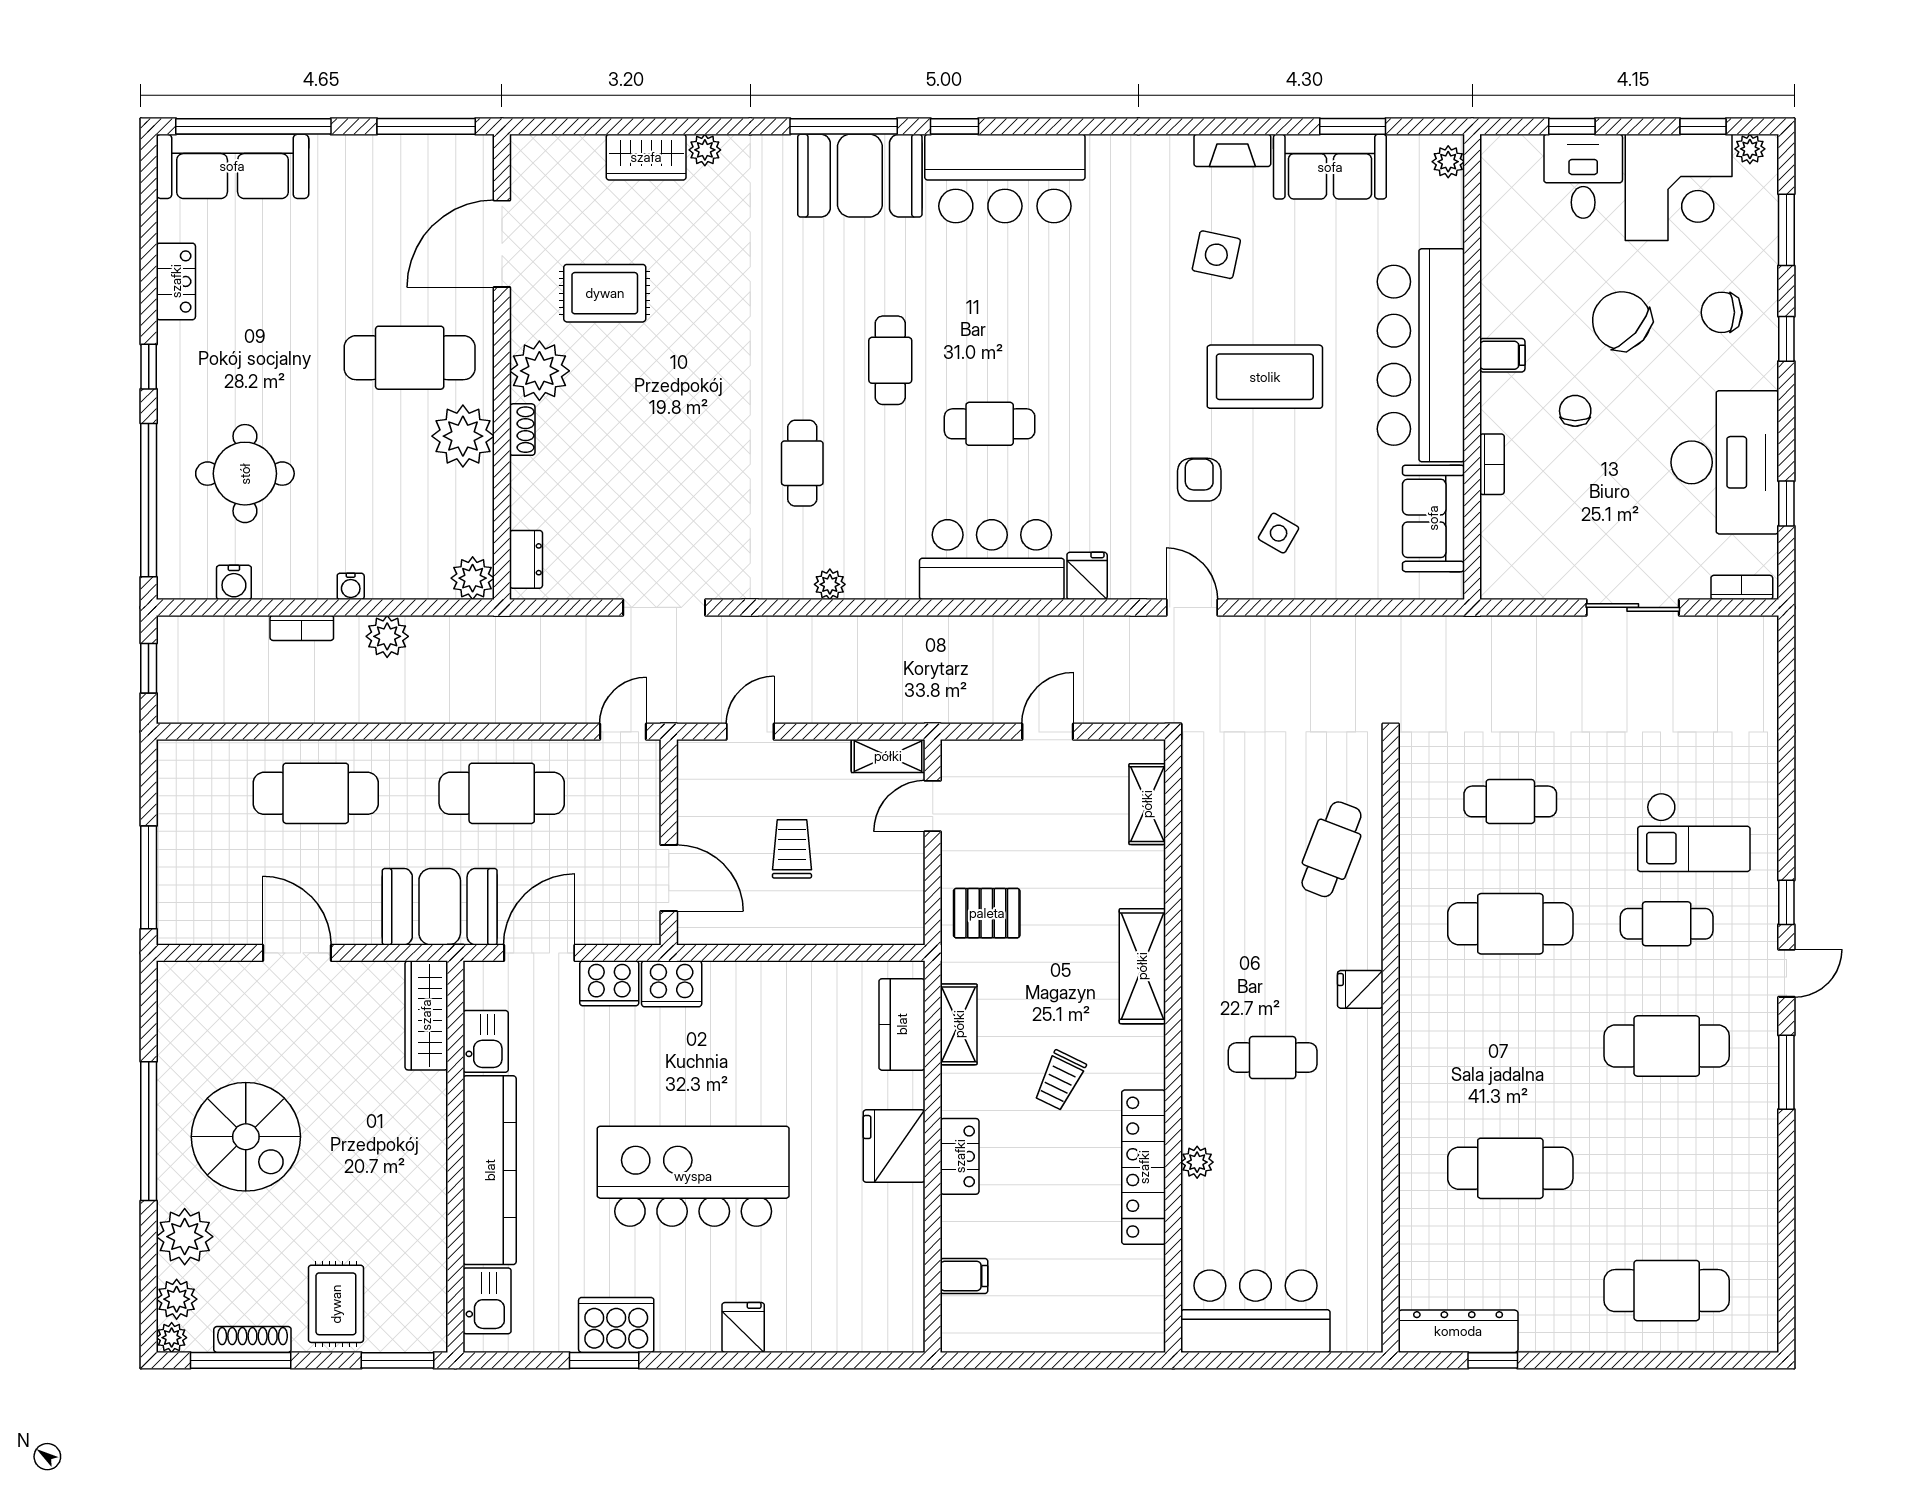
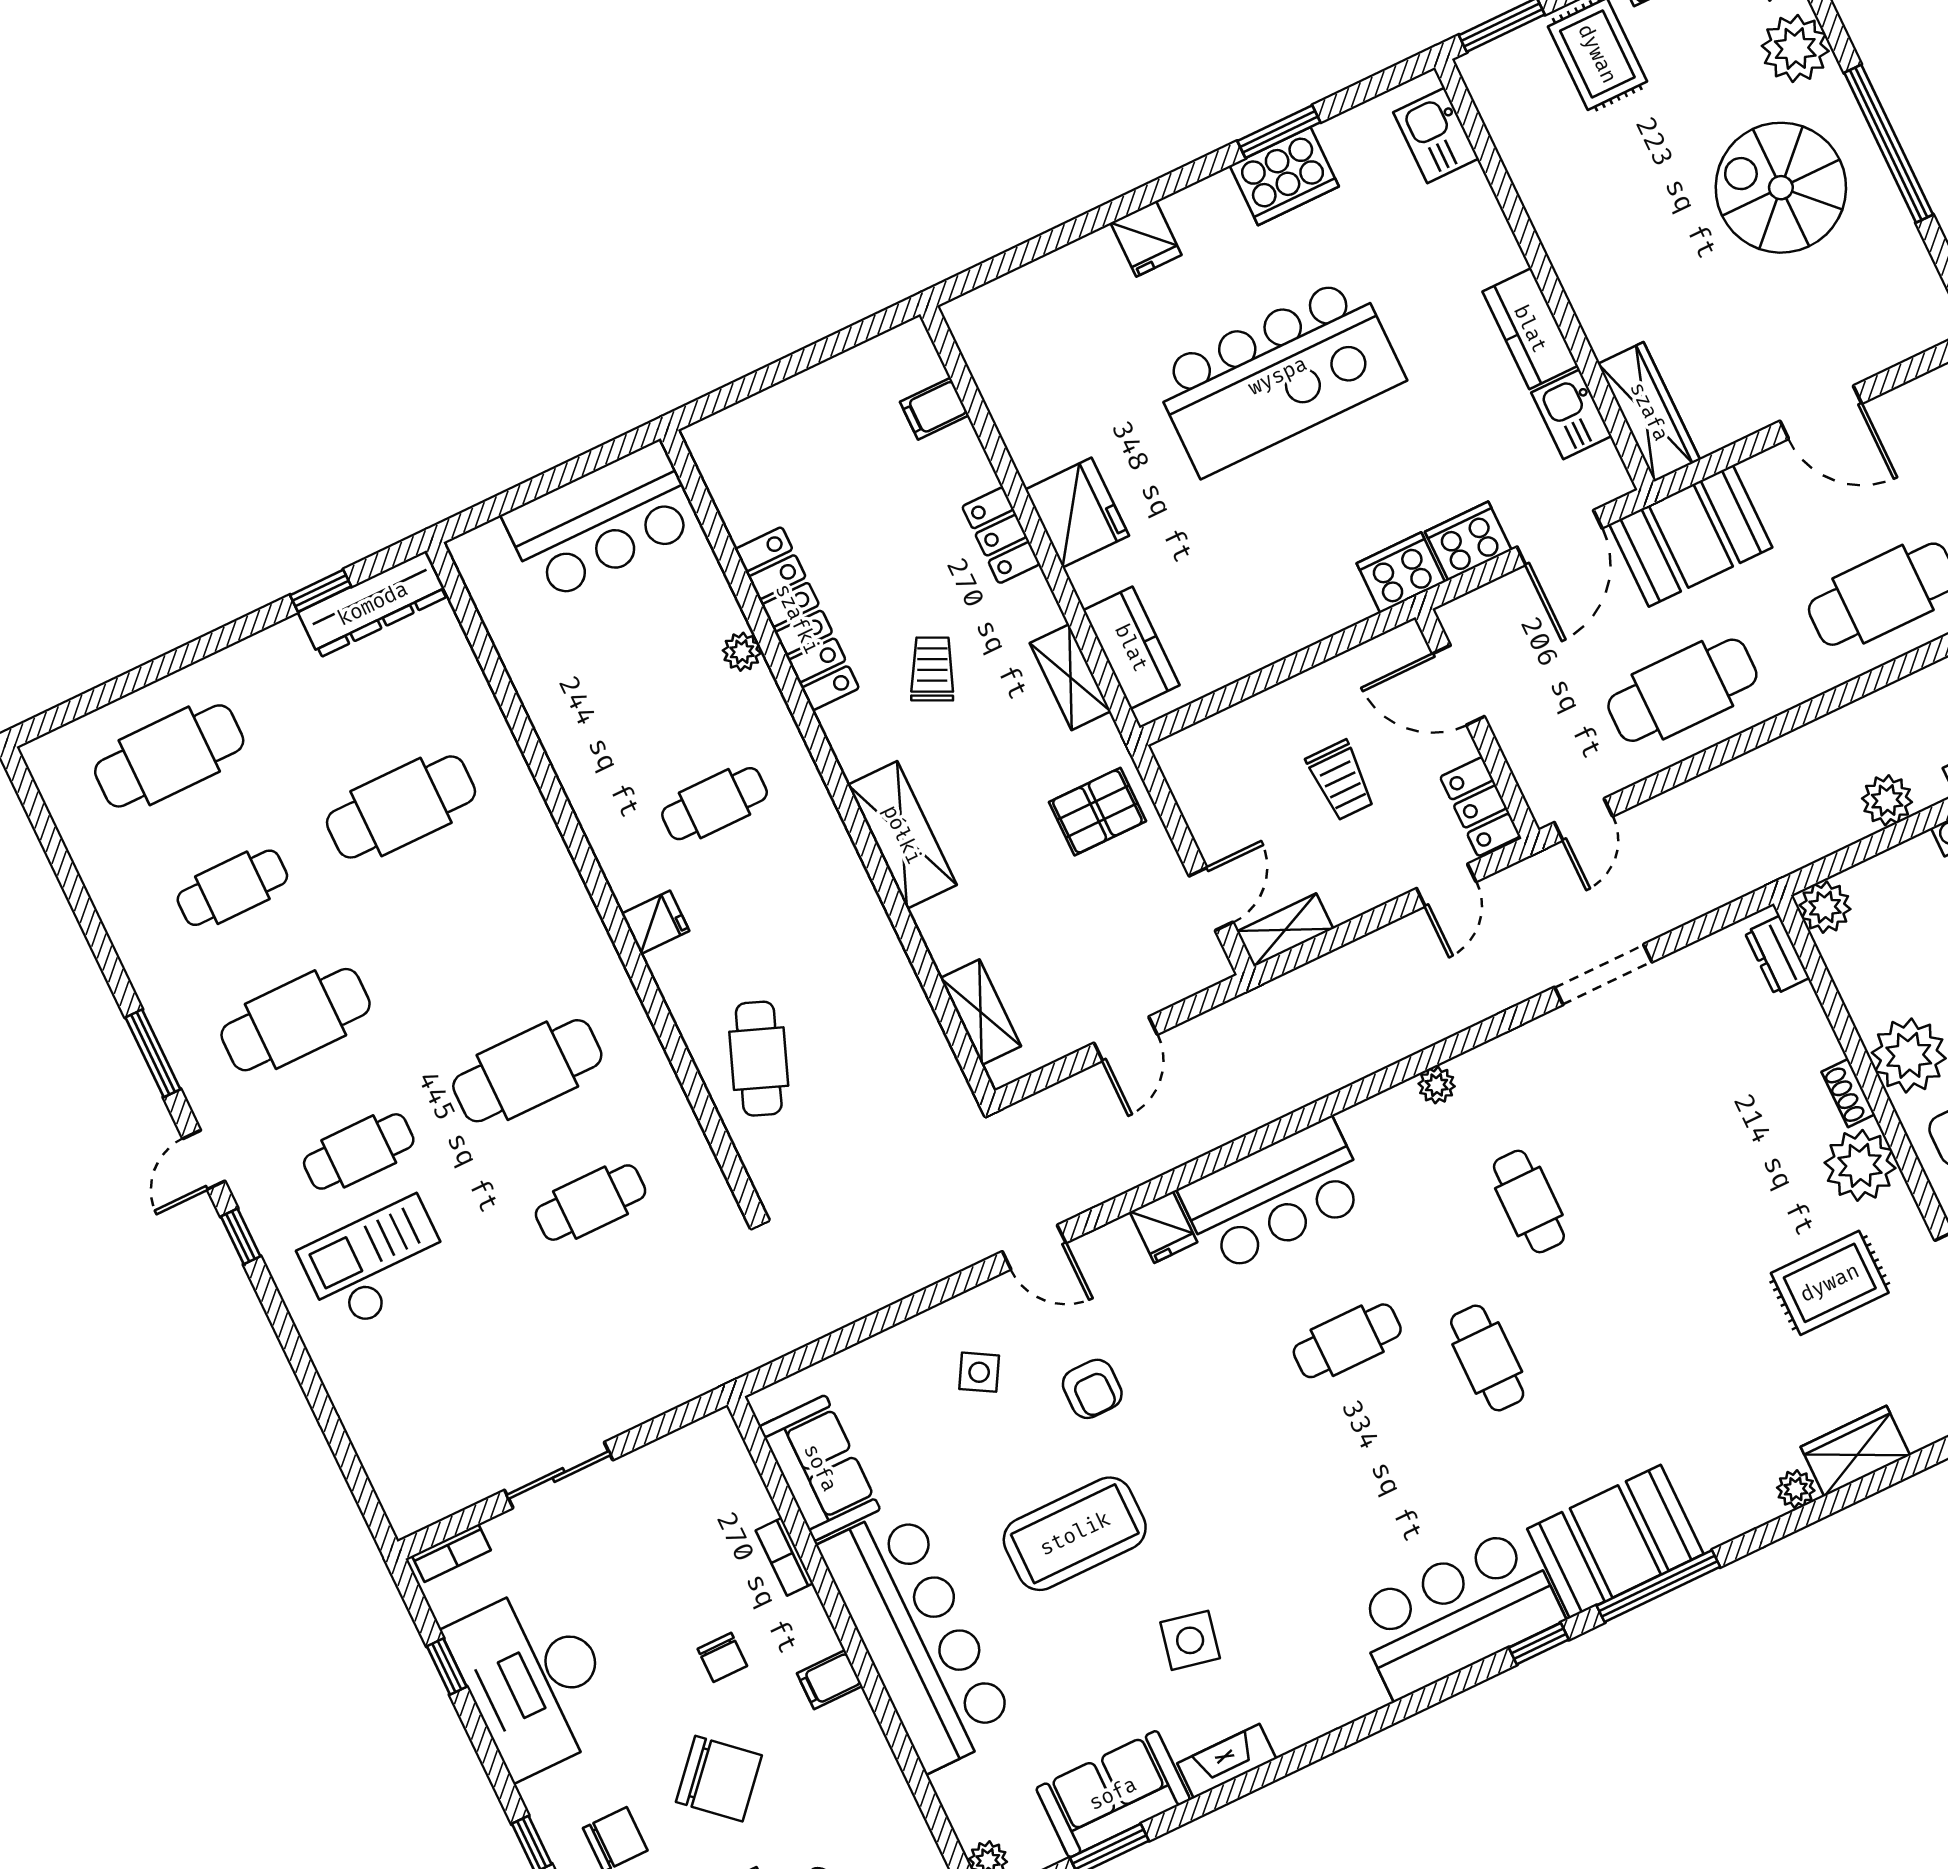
locker: (696, 779) -> (1480, 807), added
cafe table: (1667, 1168) -> (232, 888), added
kitchen counter: (490, 1170) -> (1530, 329), width x0.48, depth x0.86

